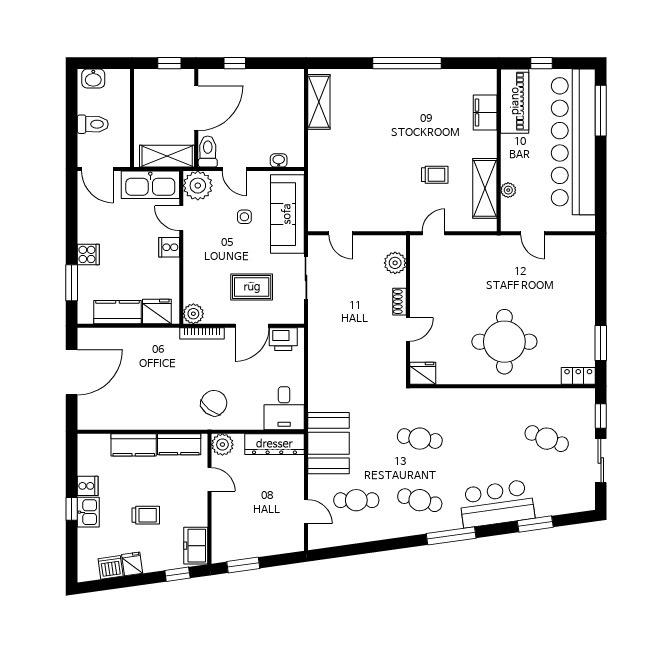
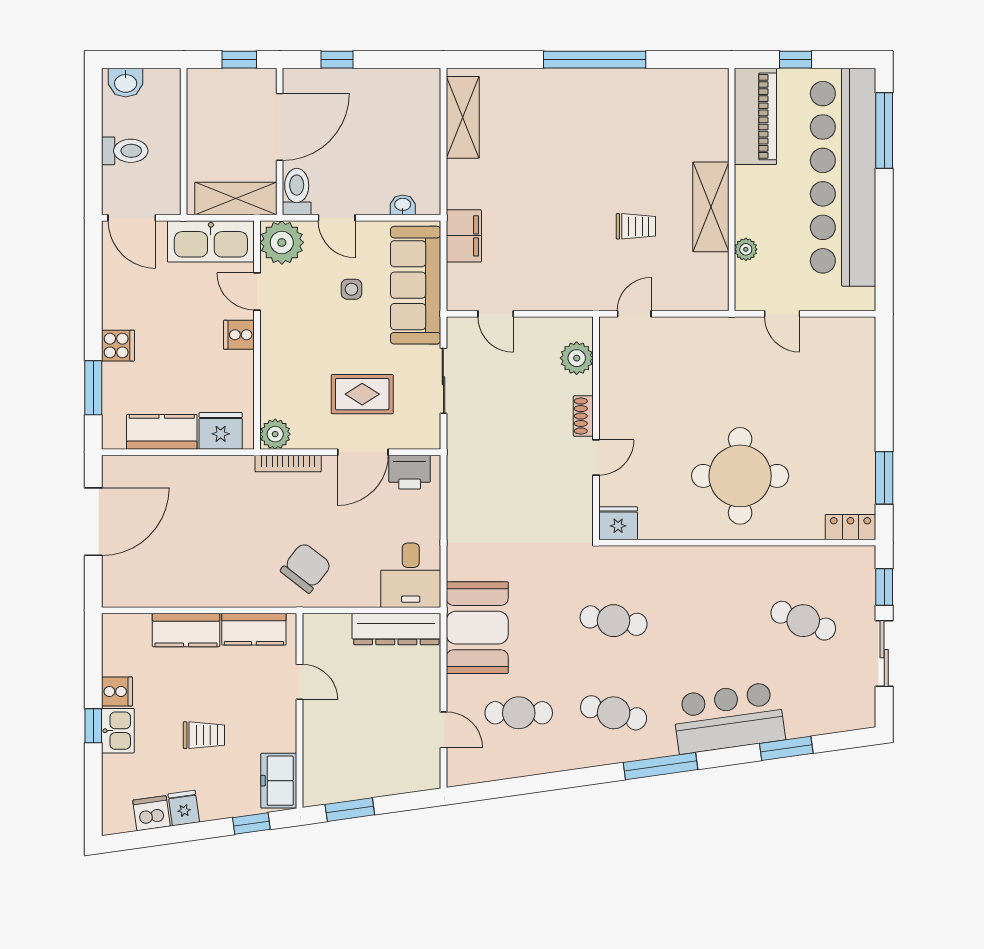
filing cabinet: (485, 113) -> (464, 236), moved, turned 180
shelving: (485, 188) -> (711, 207), moved
plant: (222, 445) -> (319, 630), removed

